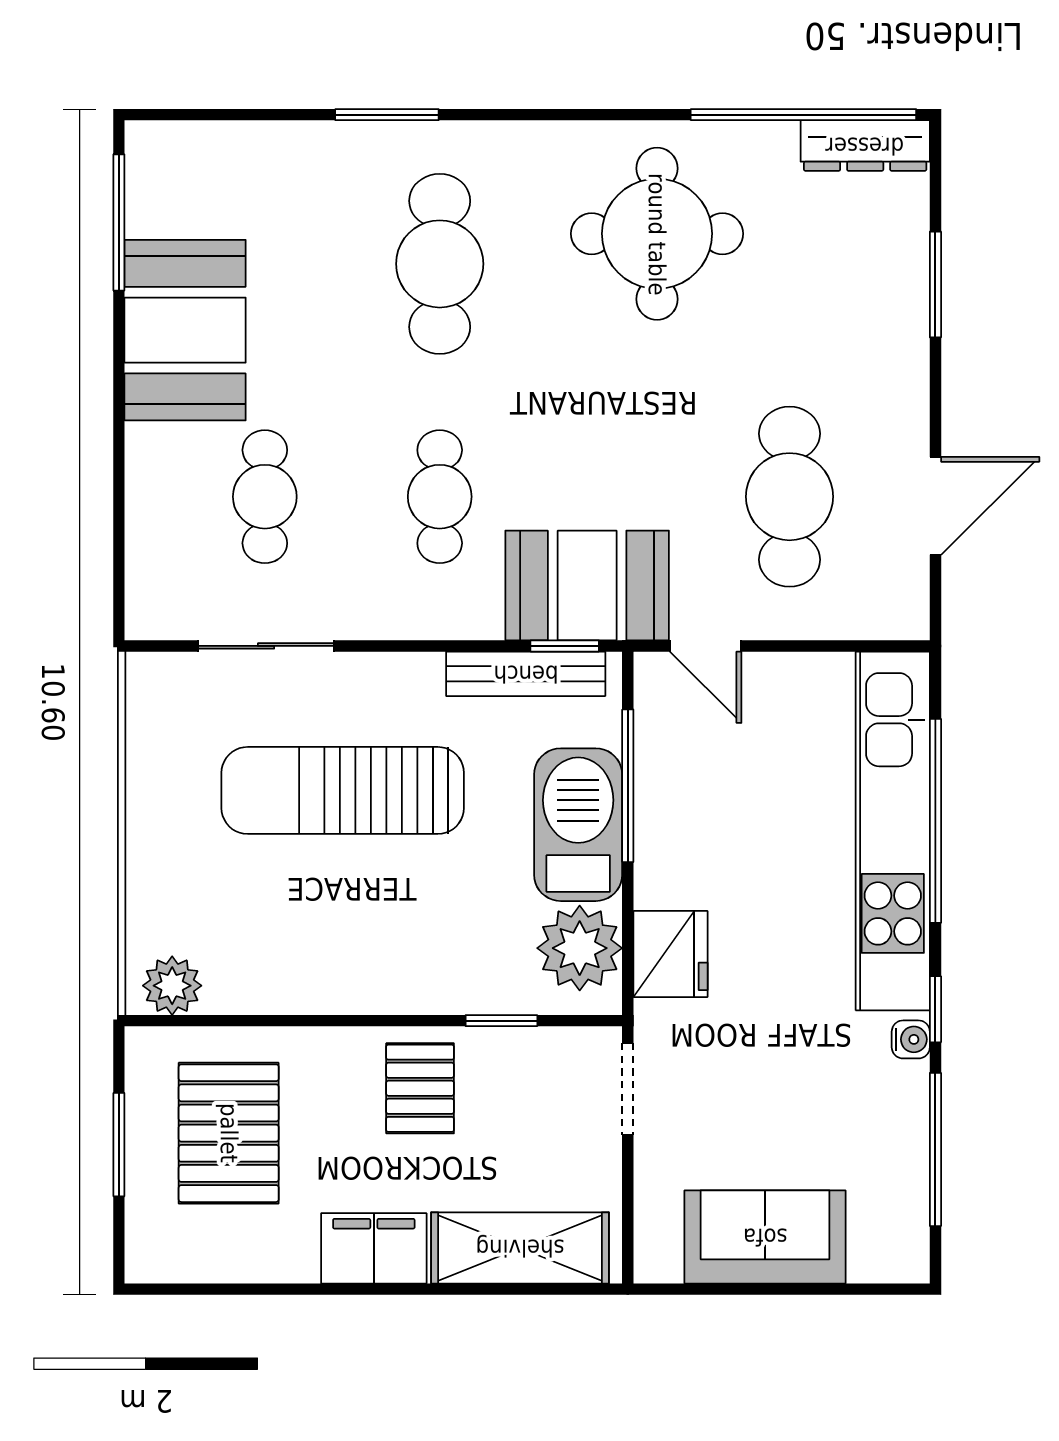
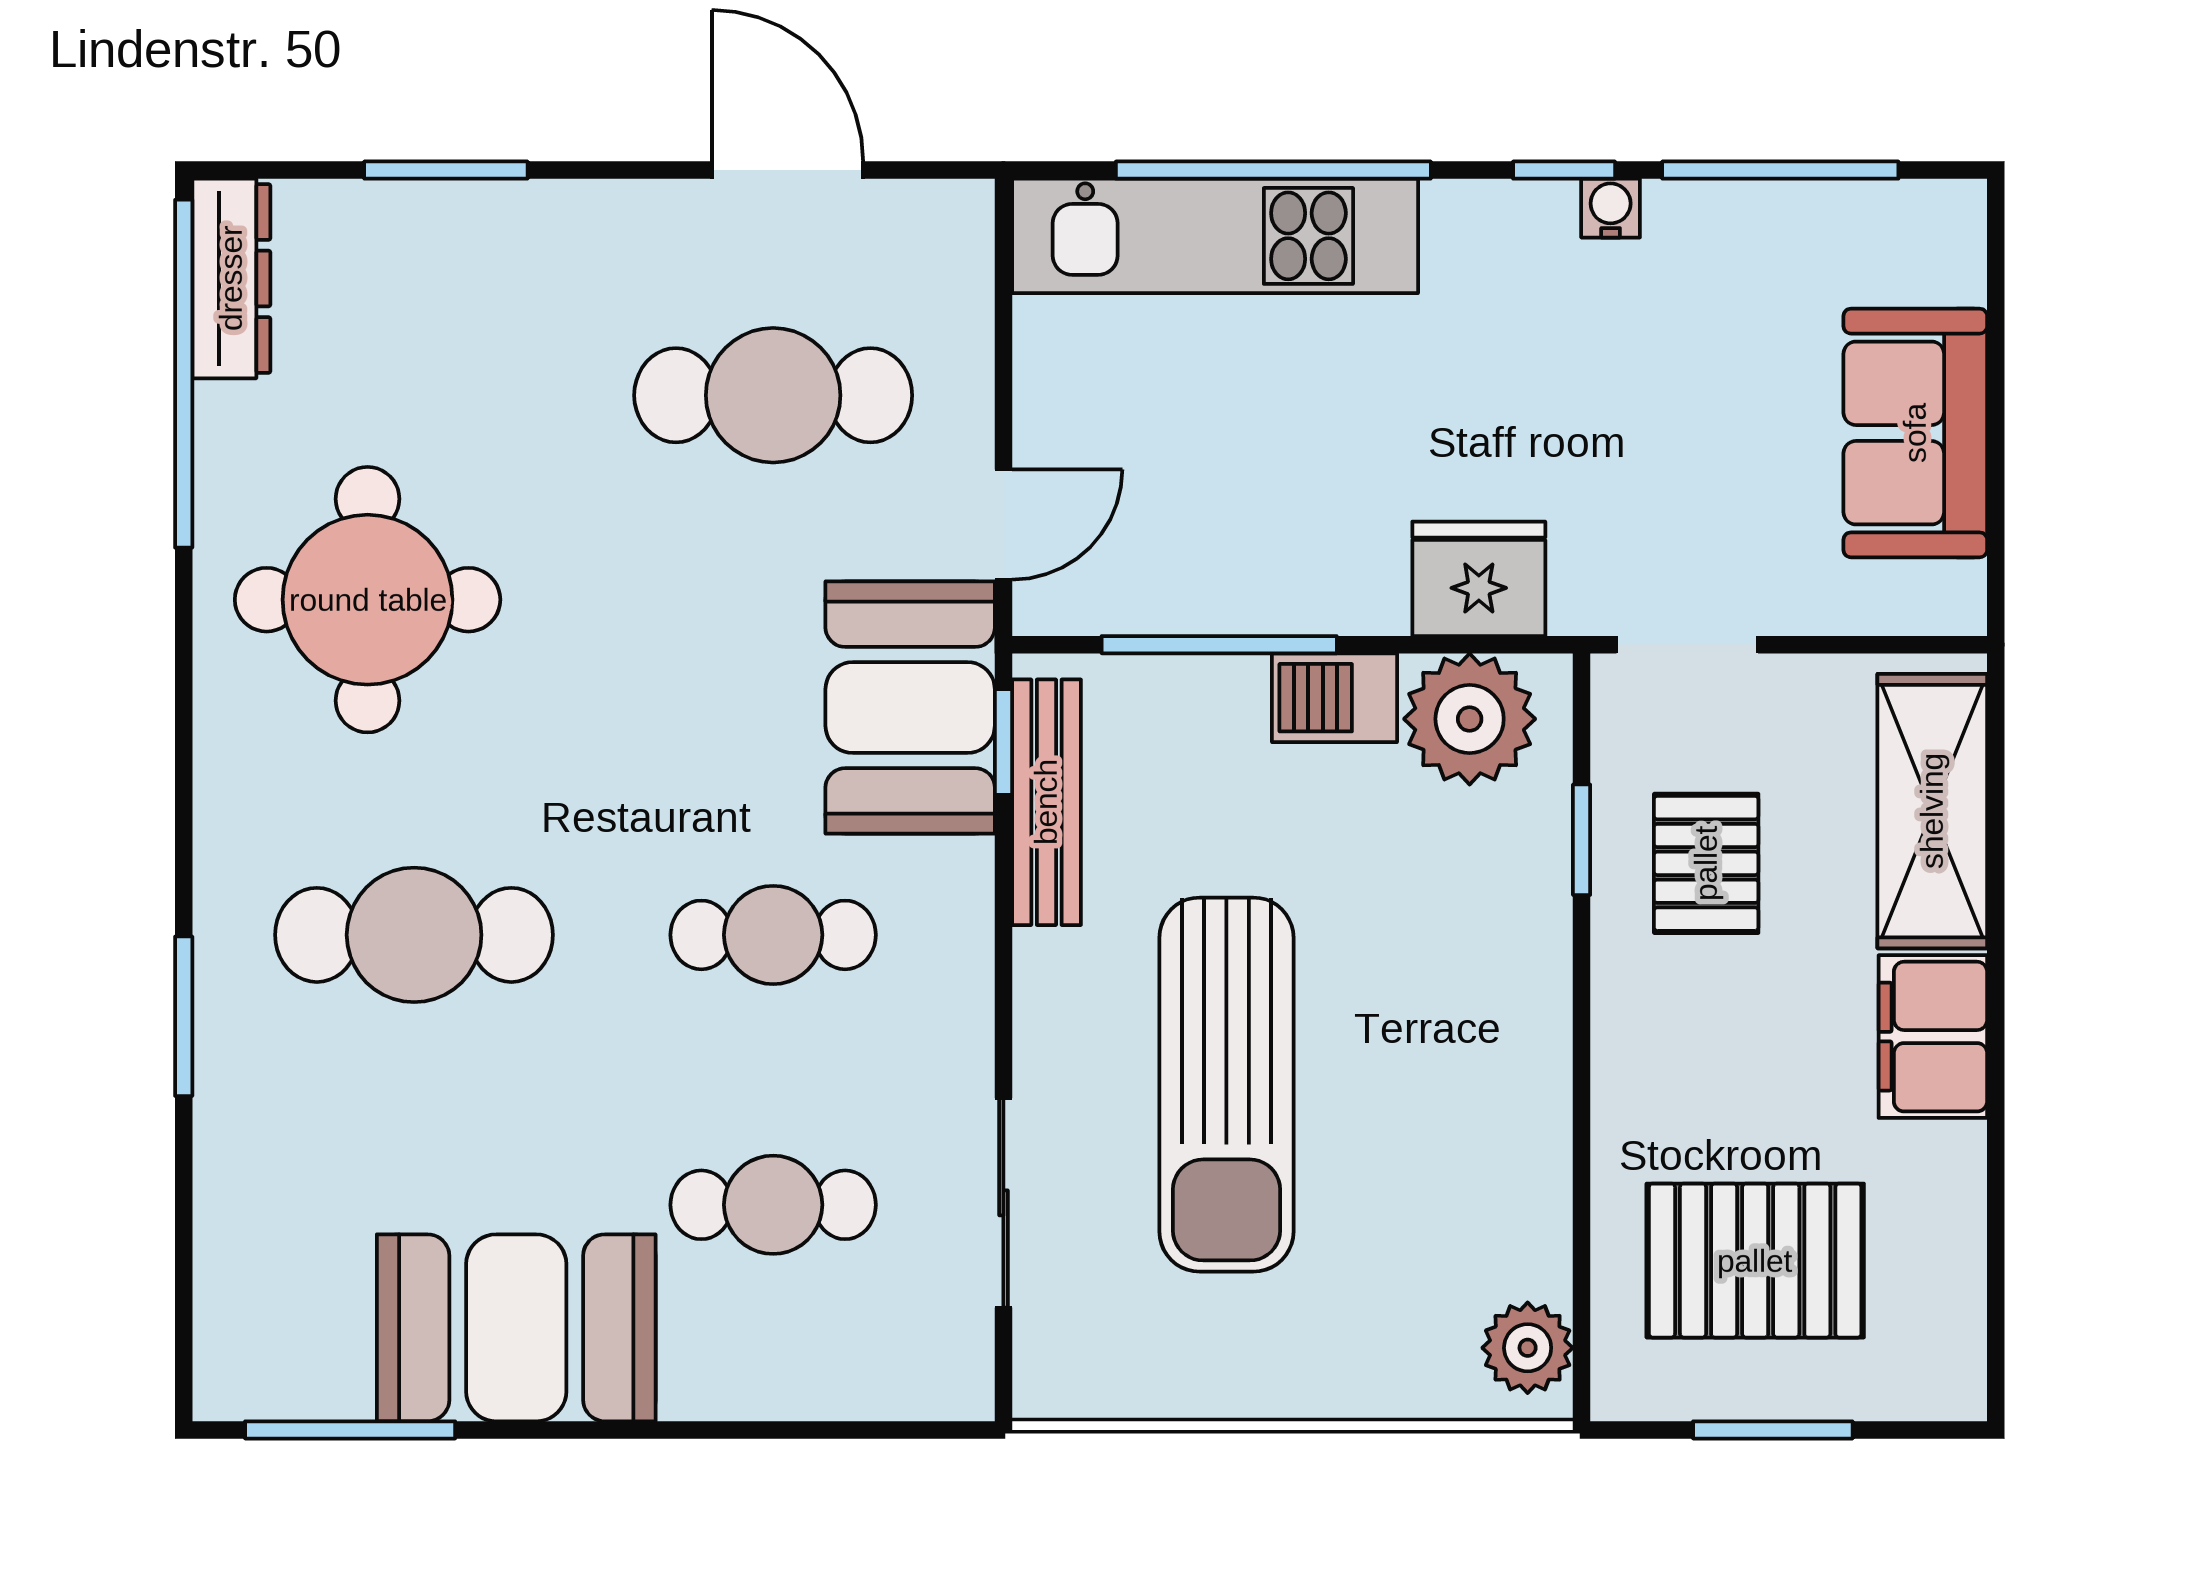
barbecue: (578, 825) -> (1334, 698), width x0.53, depth x0.65
kitchen unit: (893, 831) -> (1215, 236), width x0.73
pallet: (420, 1088) -> (1706, 863), moved, turned 90

